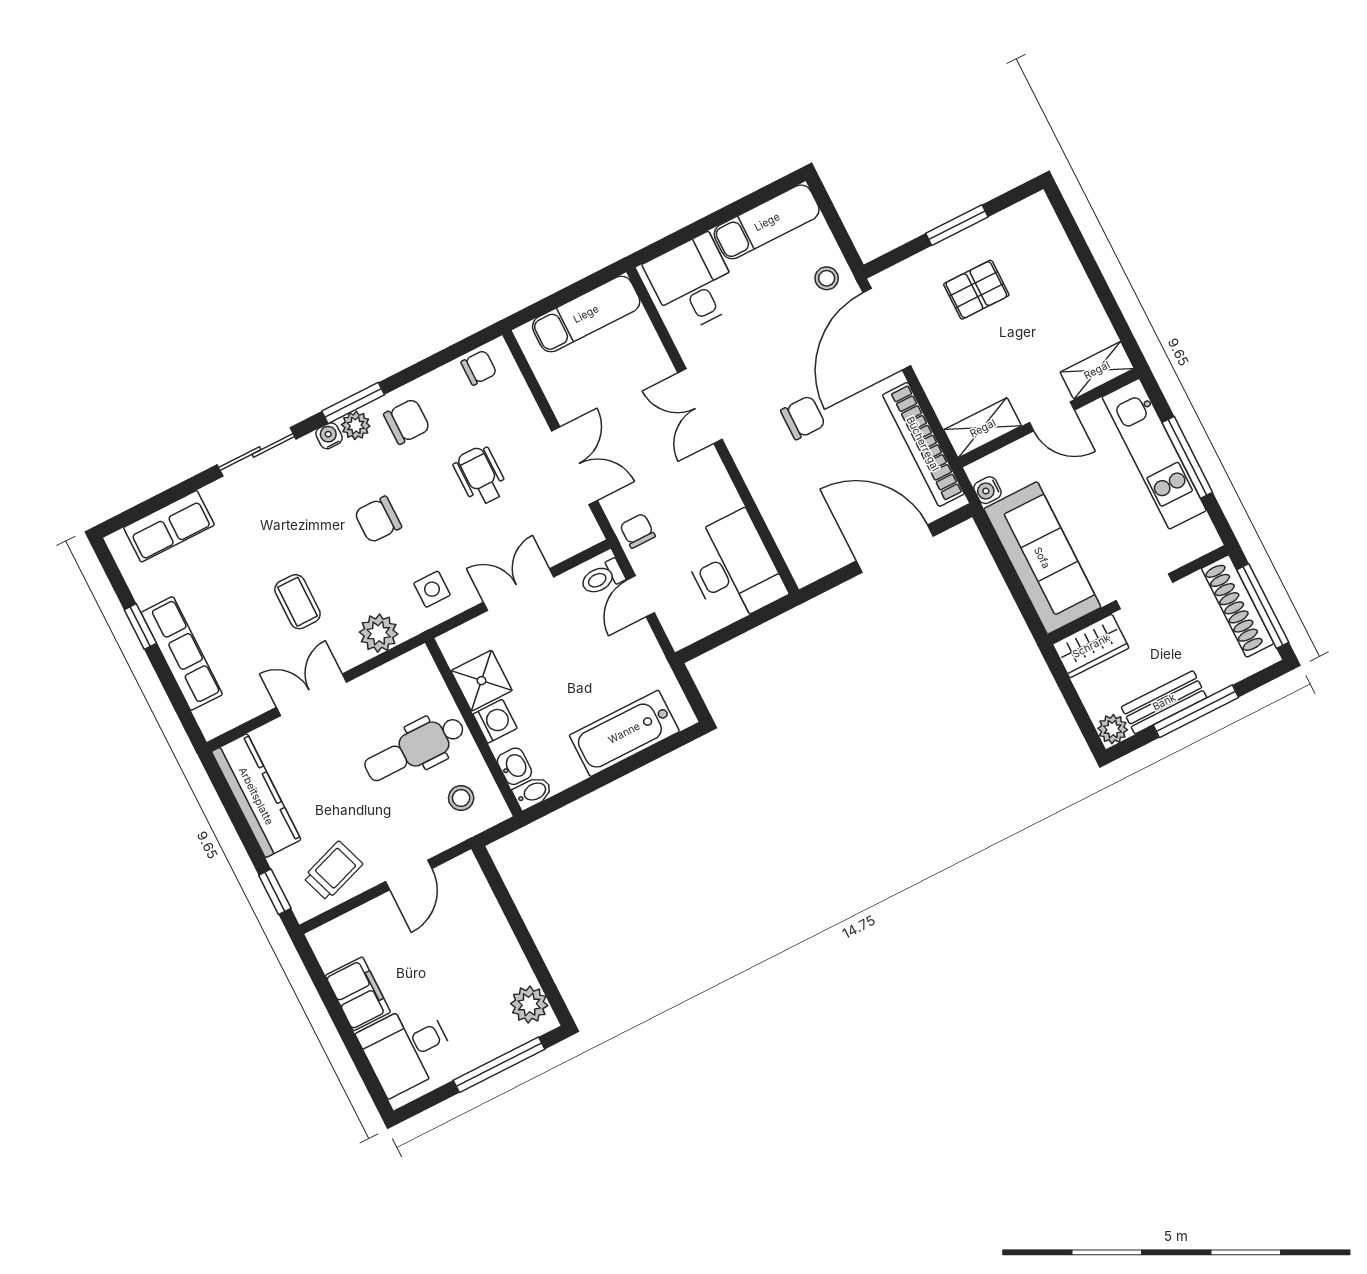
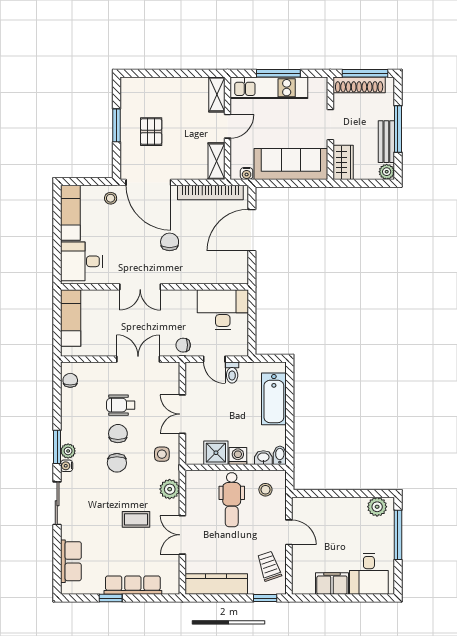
chair: (407, 421) -> (118, 434), moved
toilet: (602, 578) -> (232, 372), moved

